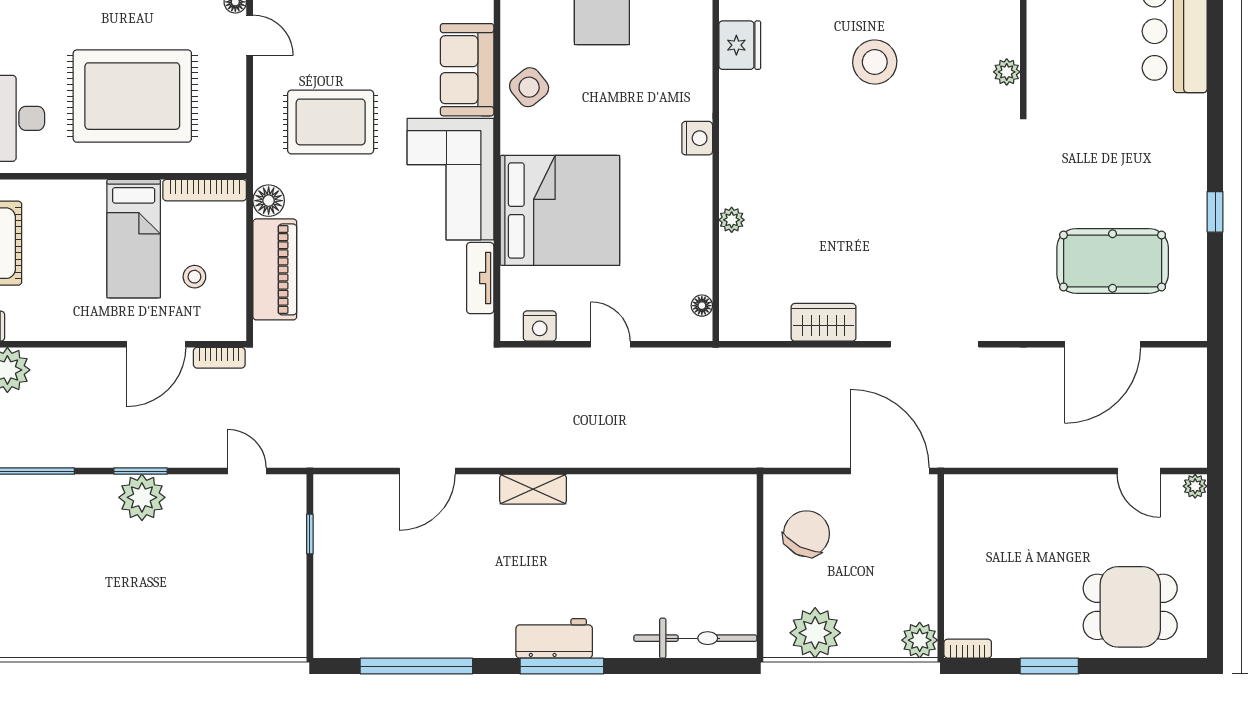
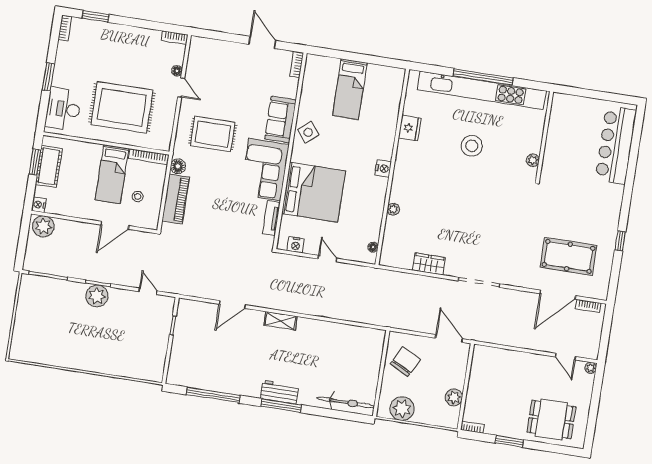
bookcase: (219, 358) -> (588, 306), moved
door: (890, 471) -> (449, 338), width x0.73
plant: (920, 640) -> (454, 397), moved

